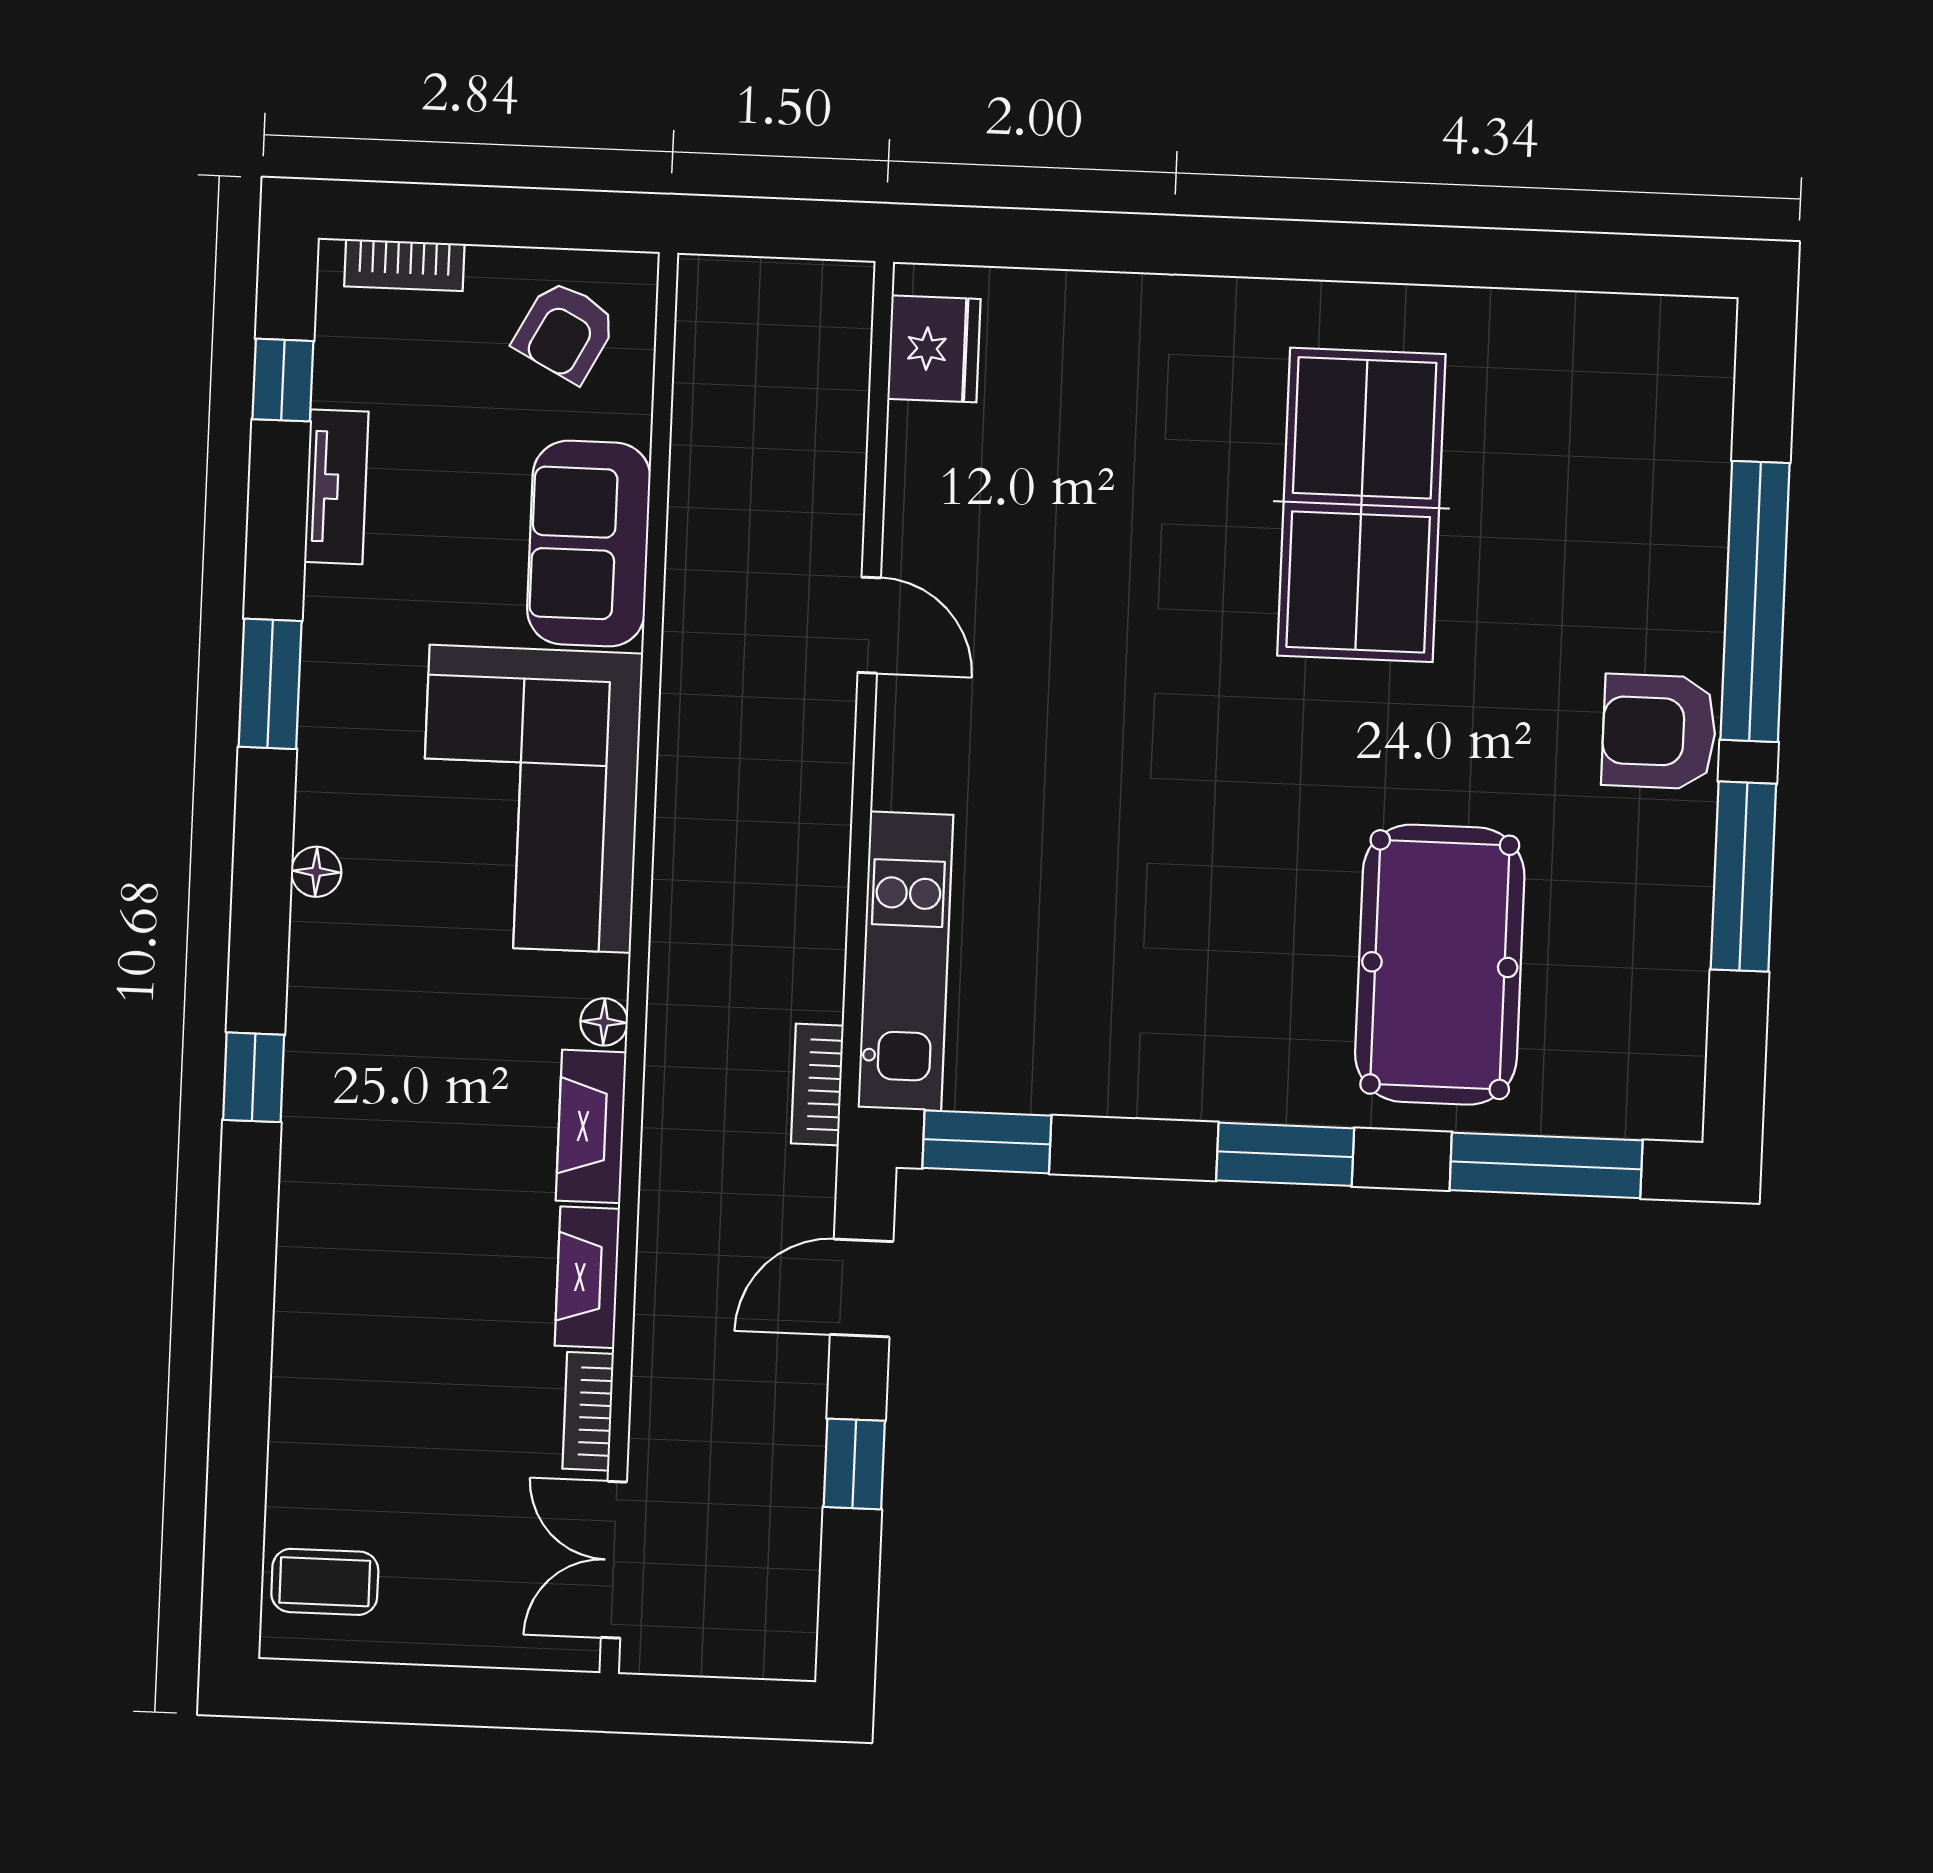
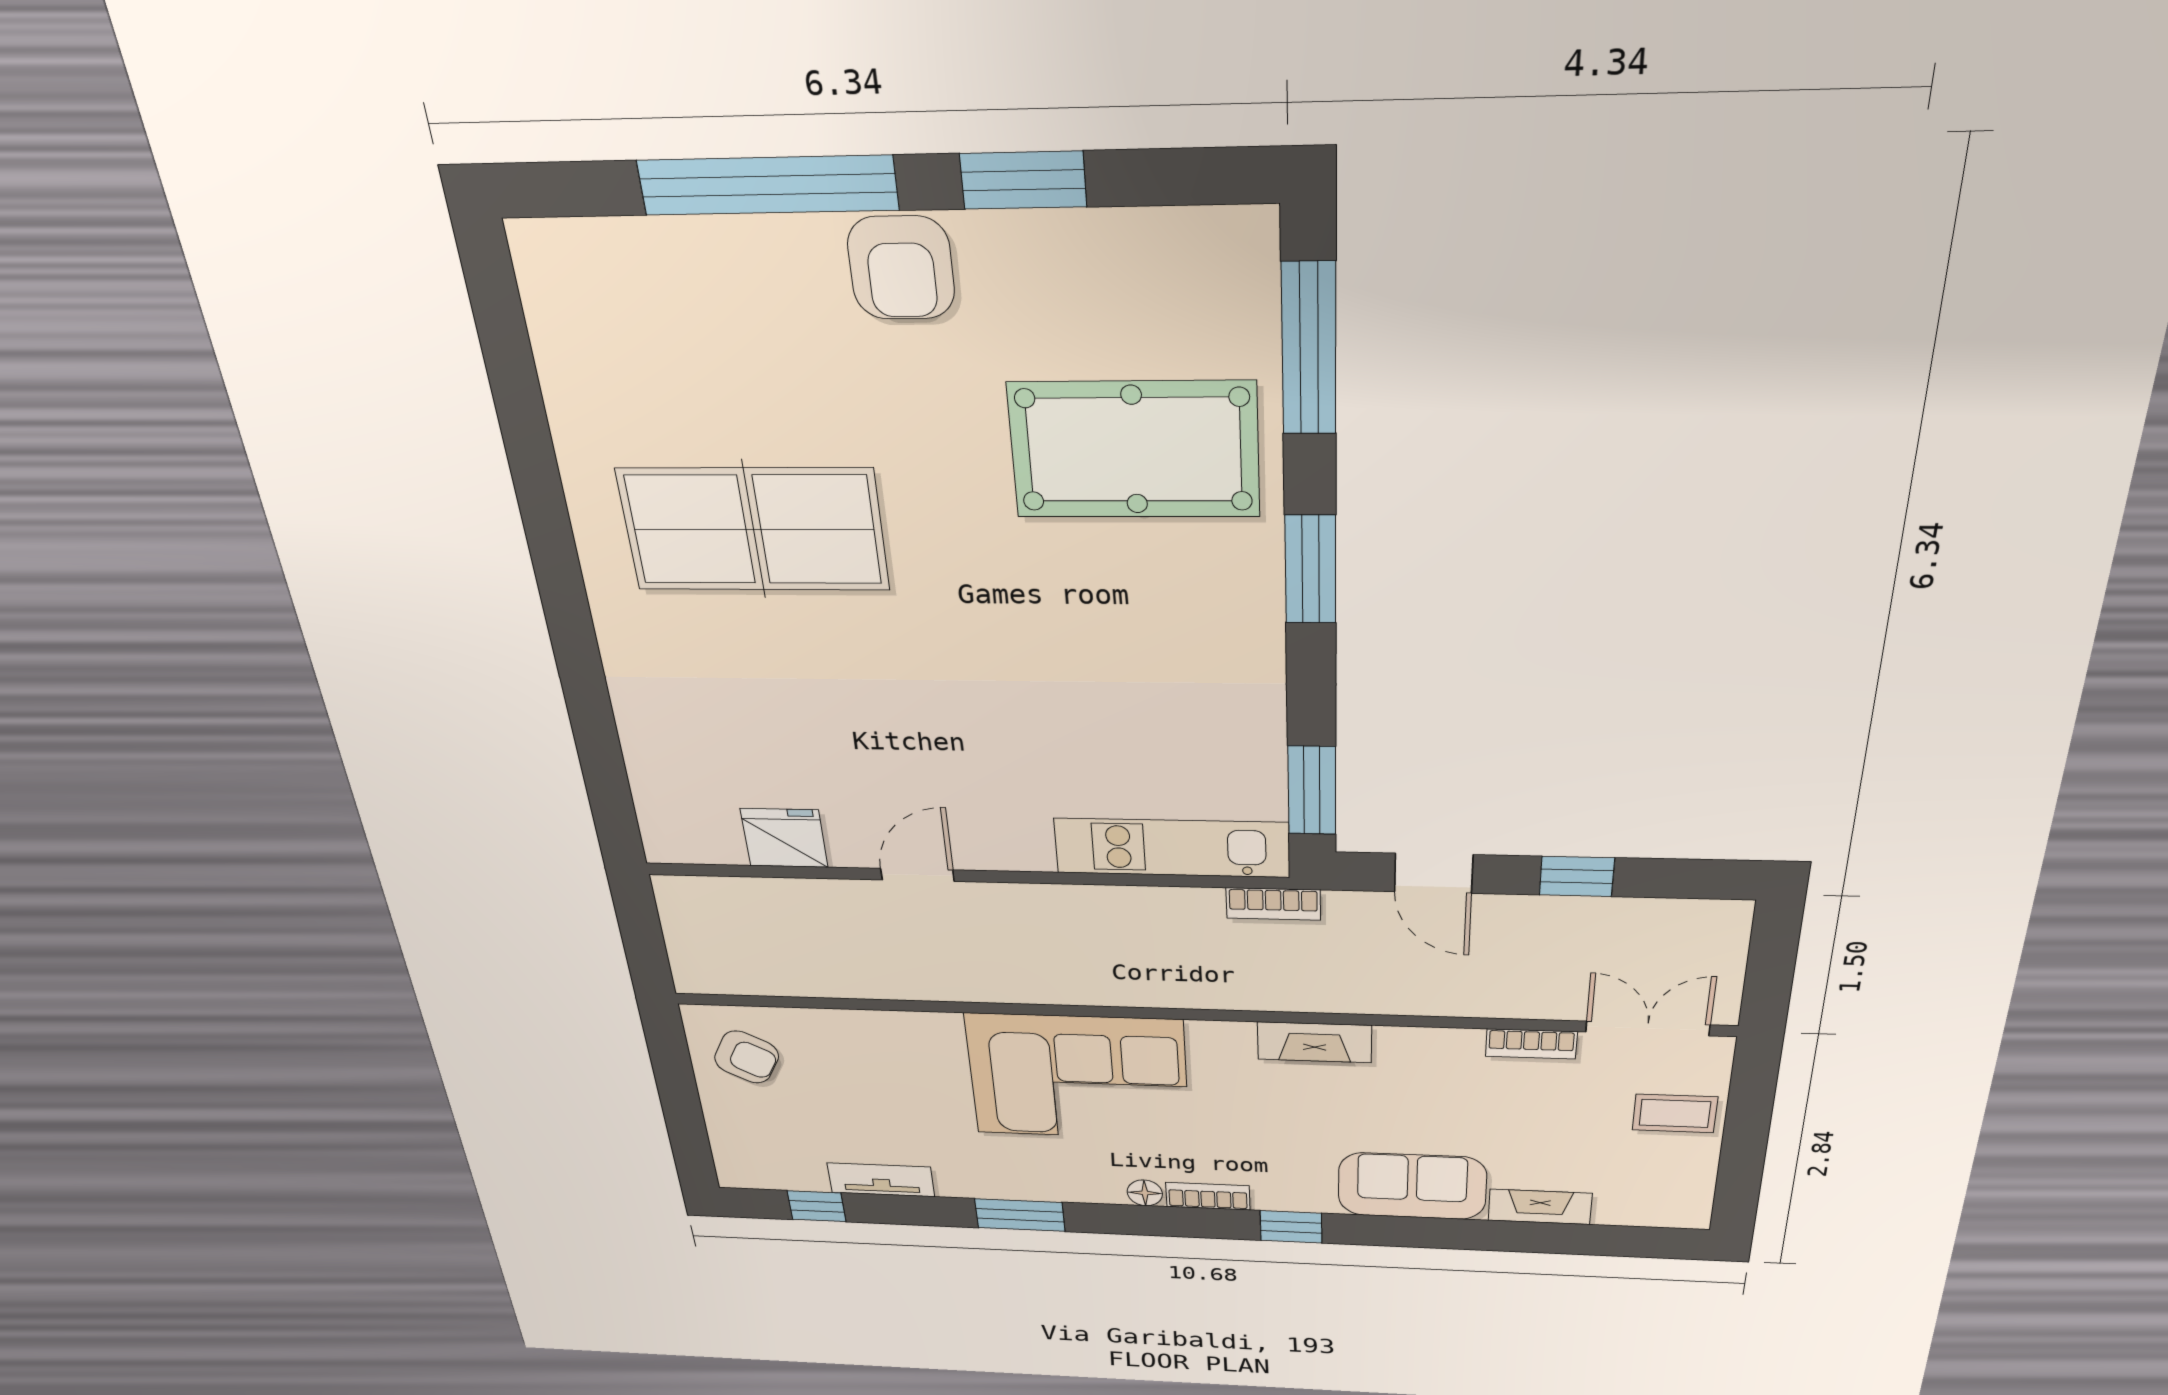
bookcase: (404, 265) -> (1208, 1196), moved, turned -90
fridge: (934, 349) -> (784, 838), moved
sofa: (589, 544) -> (1412, 1186), moved, turned 180
window: (1743, 877) -> (1023, 180), width x0.69
floor lamp: (604, 1022) -> (1236, 1035), removed
fireplace: (587, 1277) -> (1540, 1207), moved, turned 180
double door: (614, 1560) -> (1648, 1028), swing flipped
coffee table: (325, 1582) -> (1675, 1113), moved, turned 90

